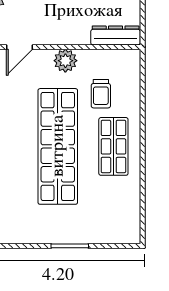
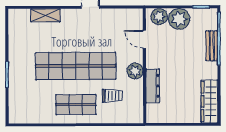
dresser: (116, 35) -> (153, 86), moved
trolley: (101, 94) -> (112, 96), turned 180

